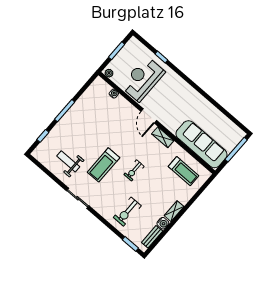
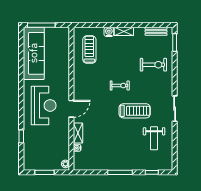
reception desk: (143, 79) -> (44, 105), moved, turned -90
shelving: (163, 137) -> (78, 133), moved
sofa: (201, 144) -> (34, 53), moved, turned 180
water cooler: (163, 223) -> (109, 32), moved

